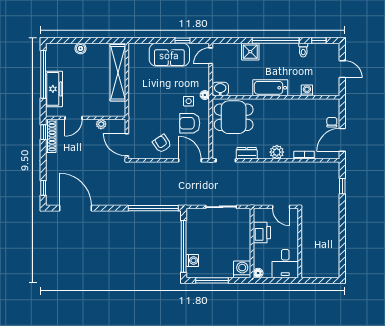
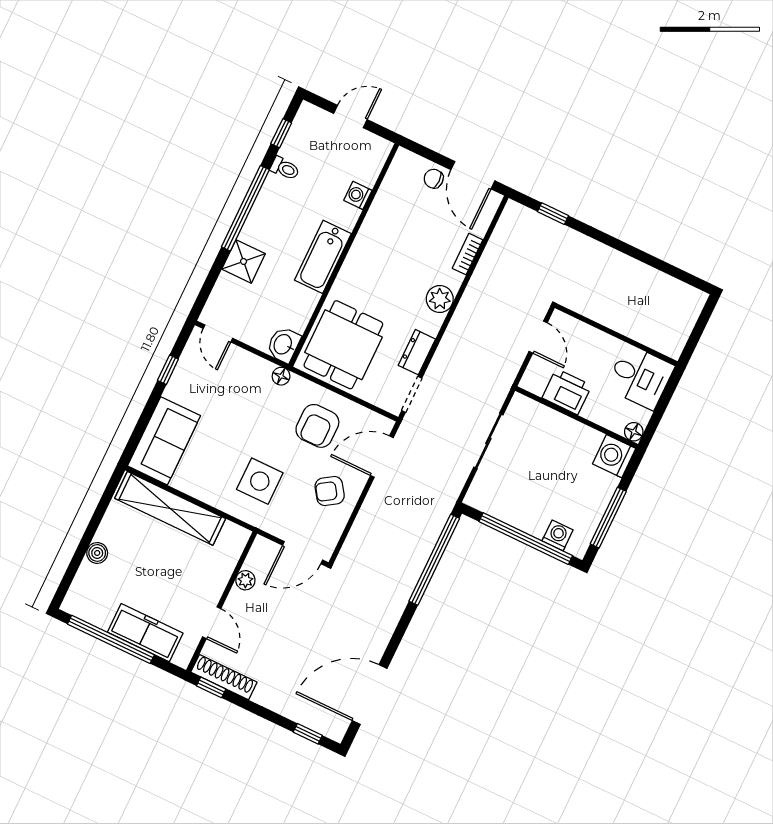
sofa: (169, 55) -> (164, 441), moved
side table: (189, 101) -> (260, 481), moved, width x1.87, depth x1.87
door: (281, 207) -> (538, 337), hinge flipped

